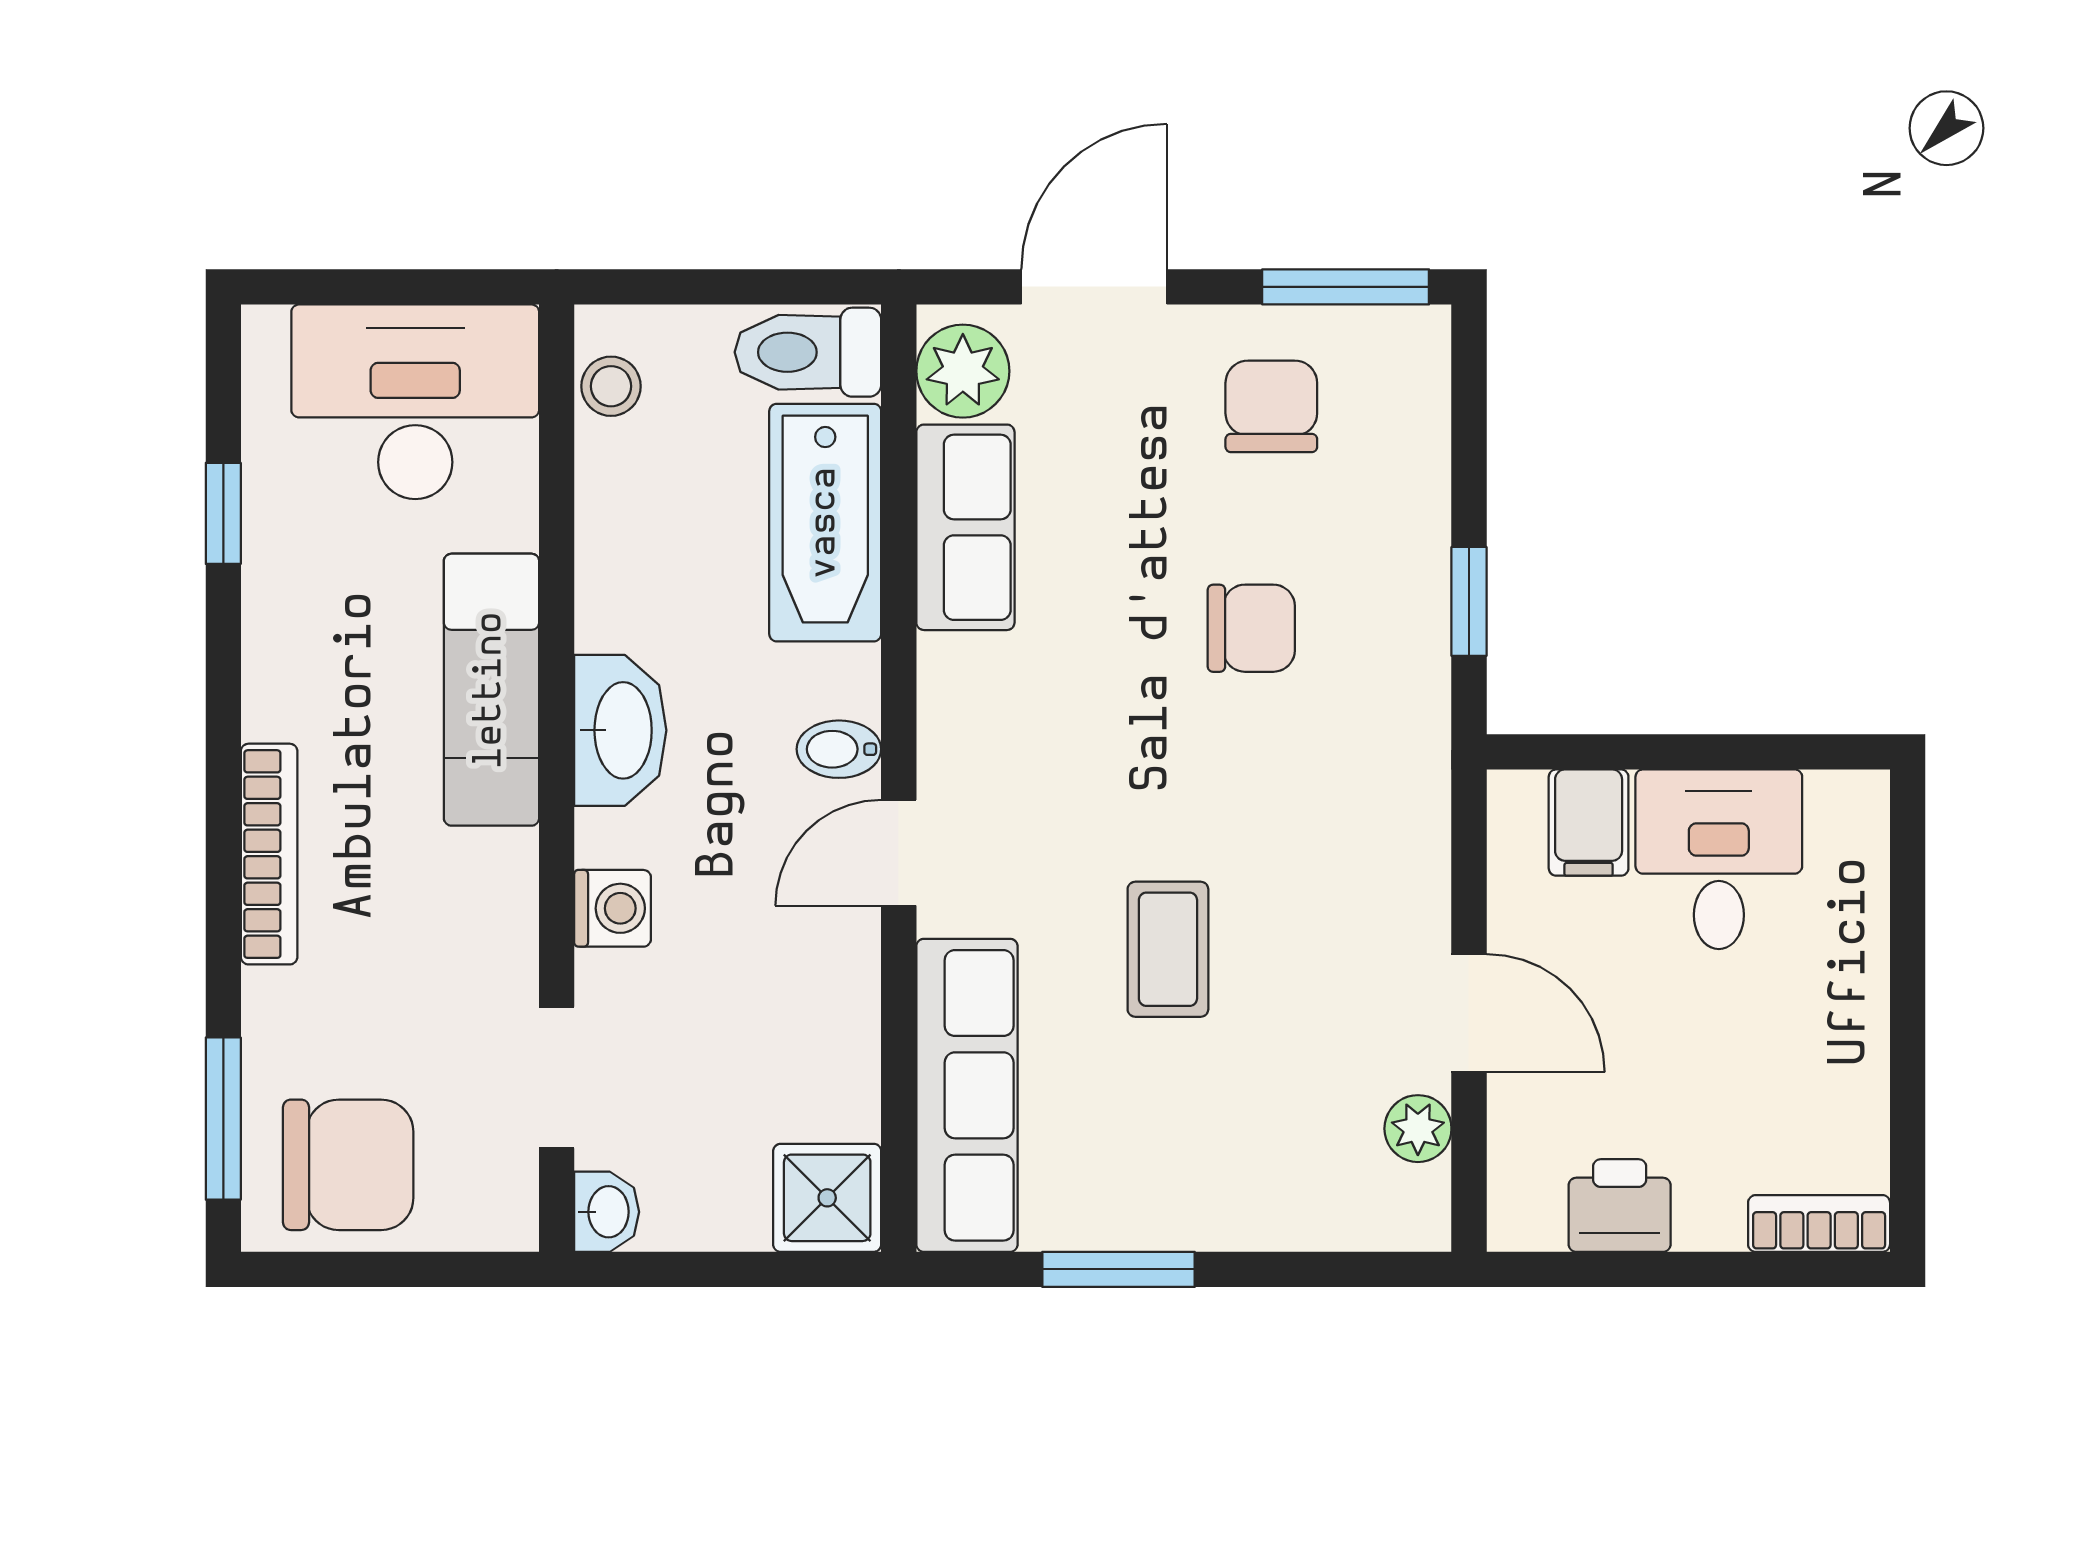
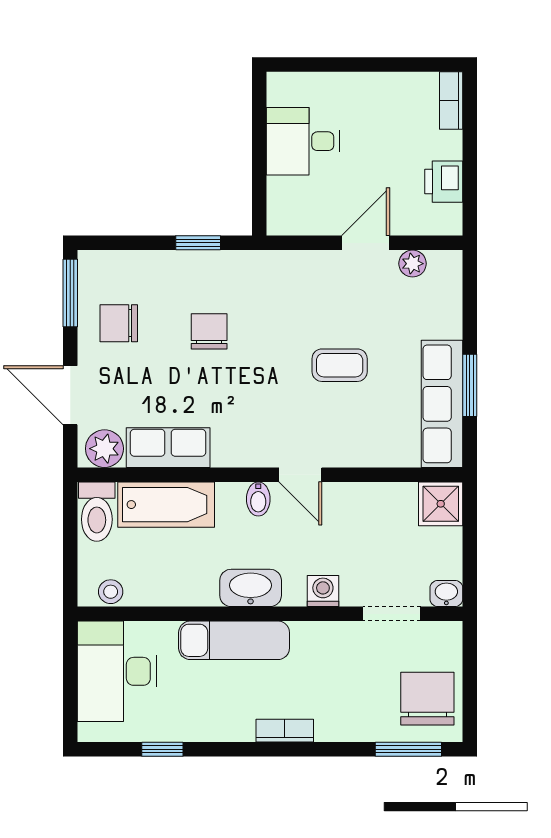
filing cabinet: (1589, 823) -> (288, 194), removed
bookcase: (269, 854) -> (285, 731), width x0.64
row of seats: (967, 1095) -> (442, 404), moved, turned -90

